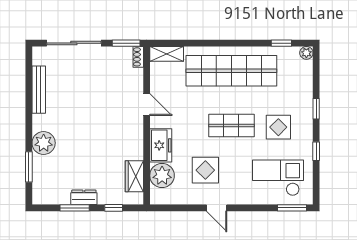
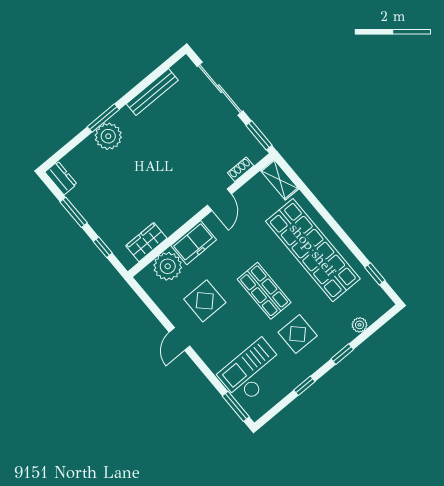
plant: (306, 53) -> (359, 325), moved
shoe rack: (138, 57) -> (241, 169), moved
window: (29, 167) -> (103, 118), moved
checkout: (278, 178) -> (252, 371), turned -90
dresser: (84, 197) -> (61, 178), moved

